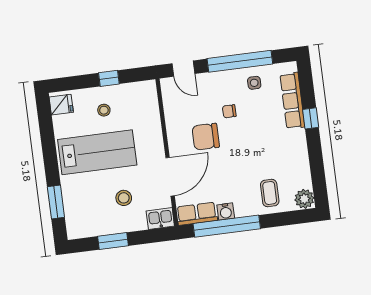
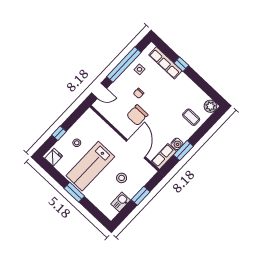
window: (109, 78) -> (59, 133), moved
lab bench: (97, 152) -> (90, 166), turned 180
window: (56, 202) -> (74, 192), moved
kitchen sink: (160, 218) -> (121, 202), moved
window: (227, 226) -> (183, 151), width x0.47
window: (113, 241) -> (141, 196), moved

